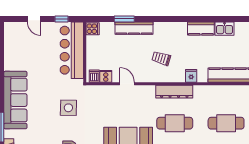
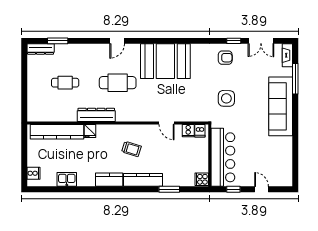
kitchen counter: (134, 28) -> (143, 180), moved
kitchen counter: (201, 28) -> (109, 180), moved
fridge: (191, 76) -> (90, 131), moved
dresser: (174, 92) -> (96, 115), moved
cafe table: (226, 123) -> (65, 83), width x0.73, depth x0.74

